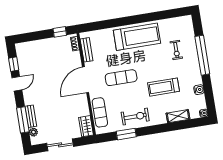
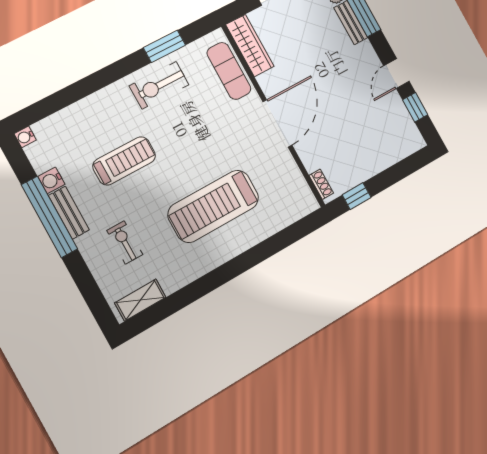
treadmill: (137, 37) -> (213, 206), moved
bench: (87, 50) -> (69, 213), moved
window: (202, 55) -> (49, 217), moved
exercise mat: (121, 78) -> (213, 150), removed
shelving: (178, 116) -> (140, 300), moved
wardrobe: (86, 126) -> (250, 45), width x1.50

